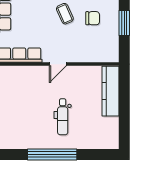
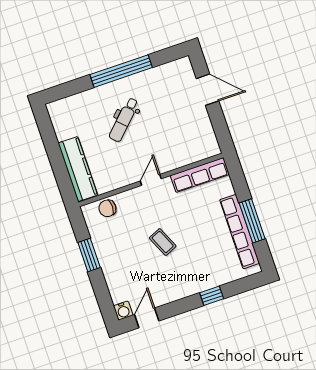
chair: (93, 18) -> (107, 208), moved
dental chair: (63, 117) -> (124, 120), turned -135

